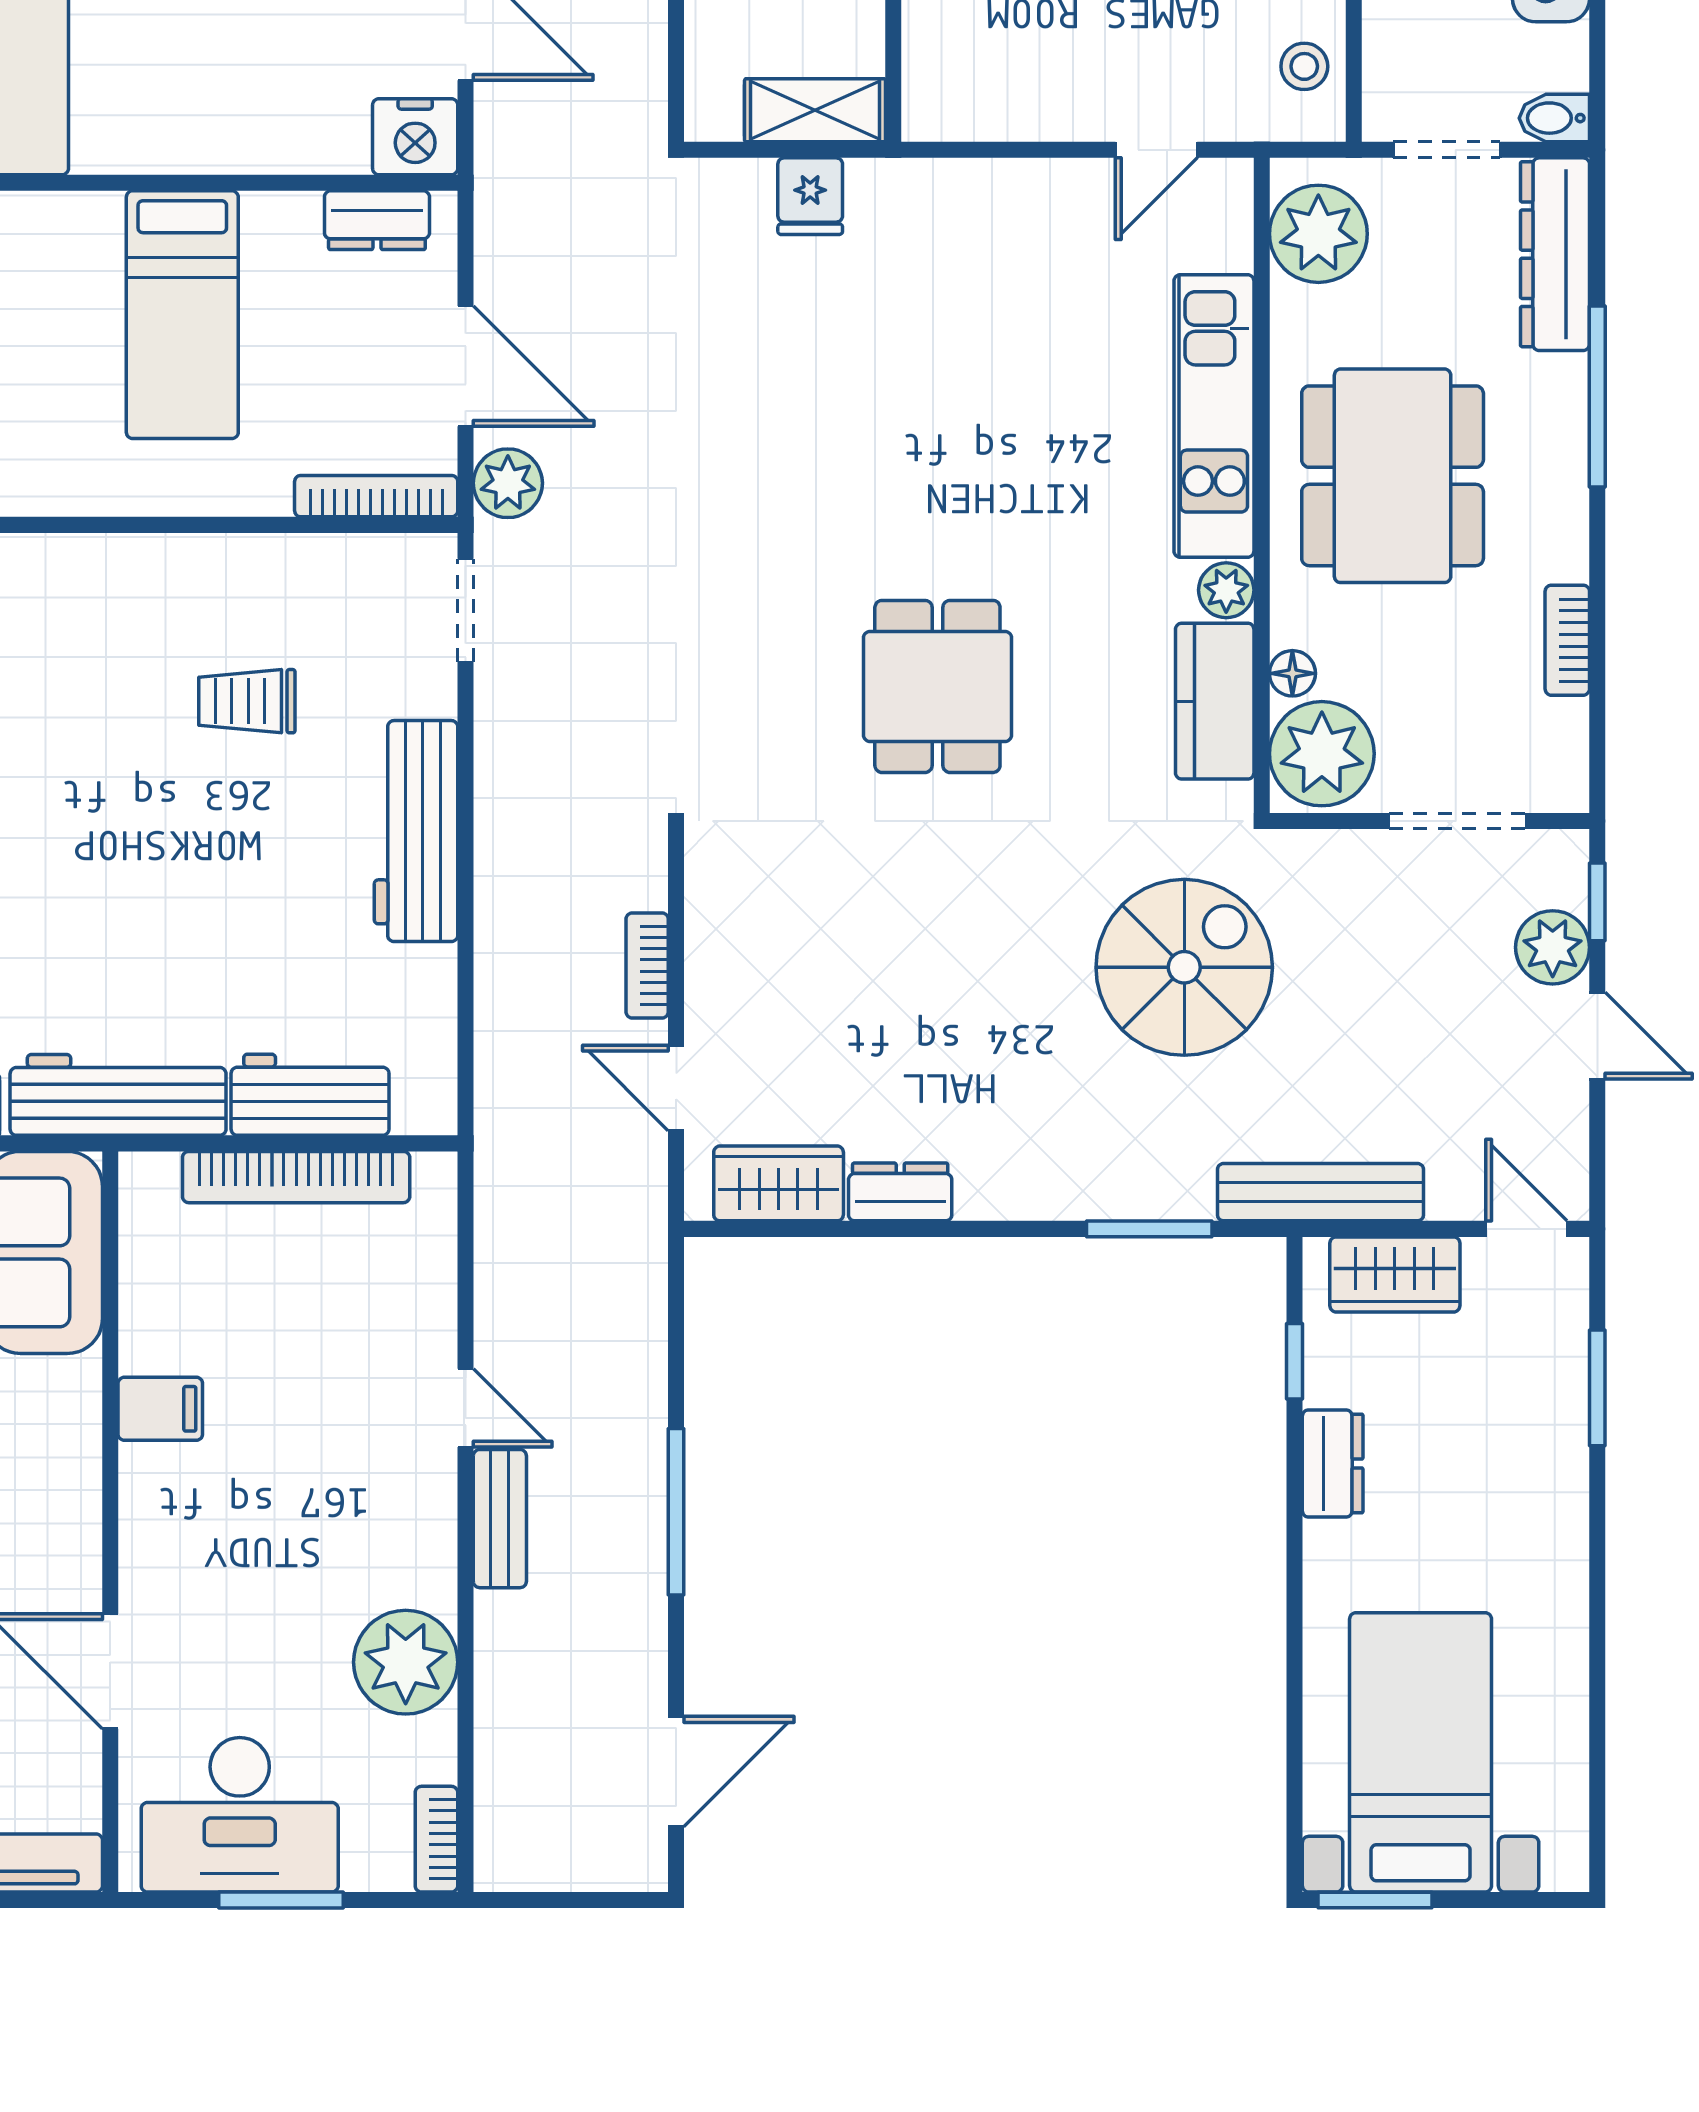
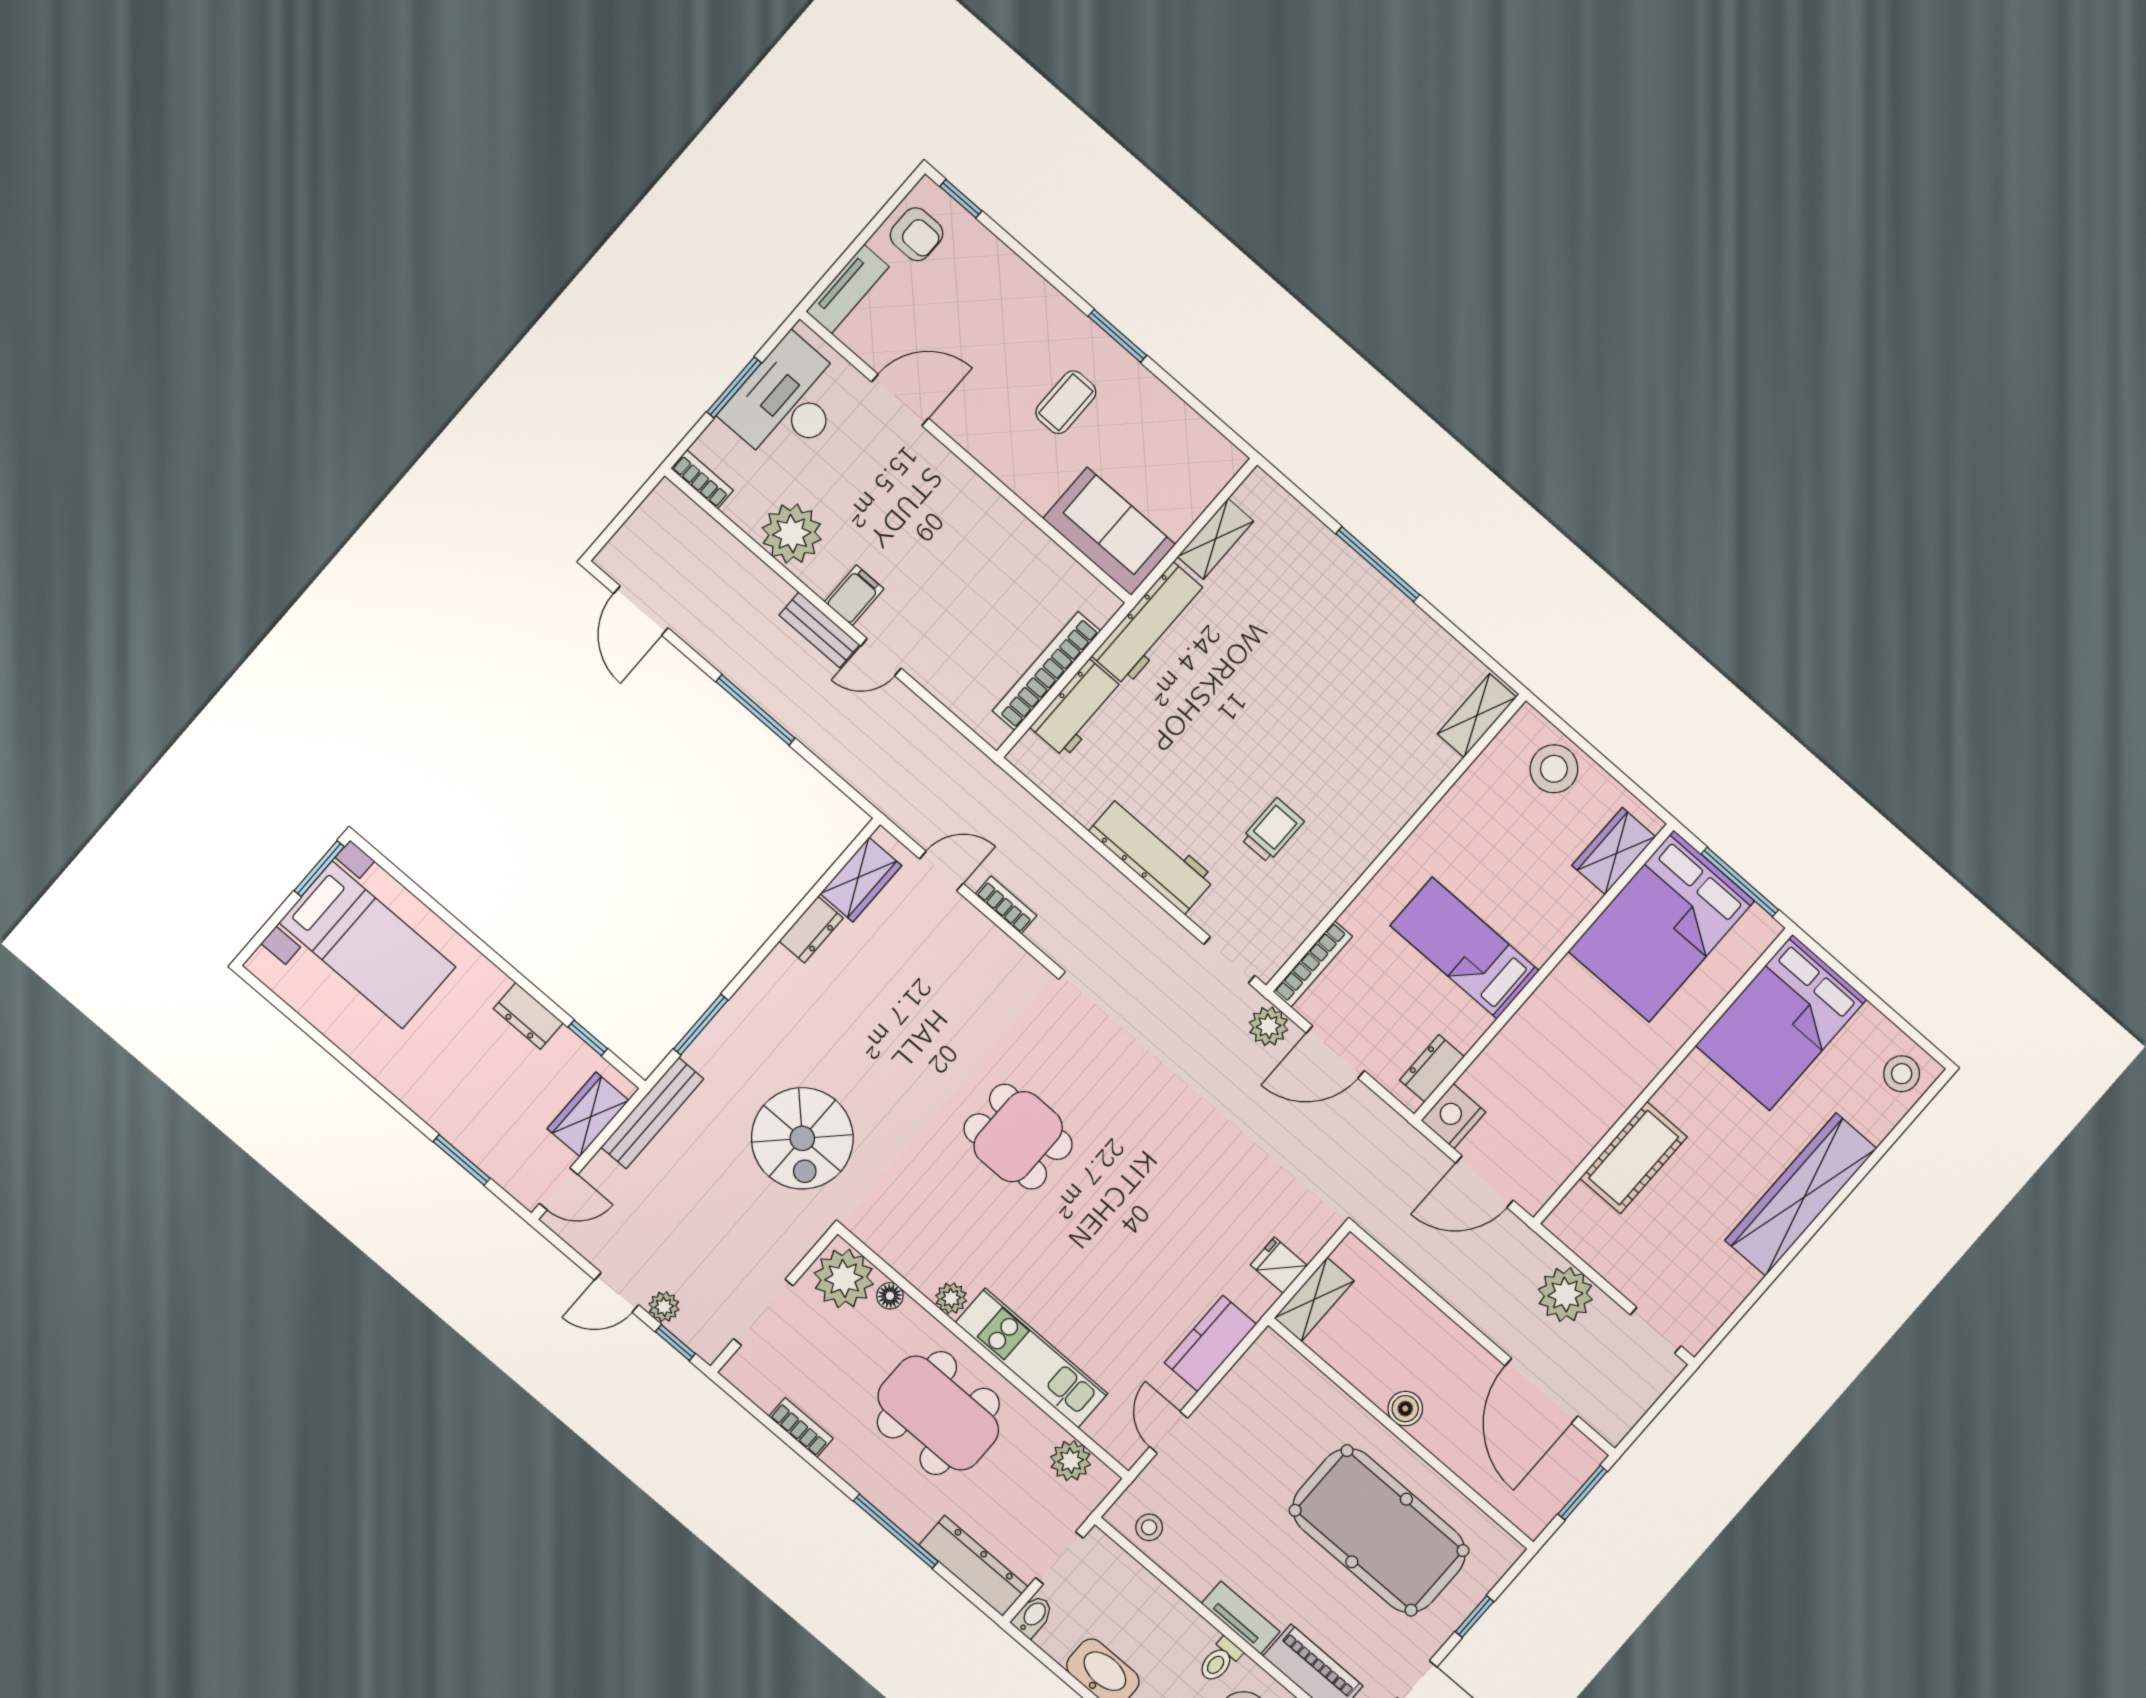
plant: (1318, 234) -> (1071, 1461), width x0.73, depth x0.73
kitchen counter: (1215, 701) -> (1210, 1343), moved, turned -90
plant: (1553, 947) -> (664, 1307), width x0.73, depth x0.73
filing cabinet: (160, 1409) -> (854, 595), moved, turned 180

